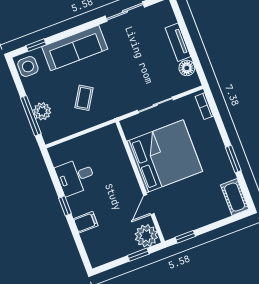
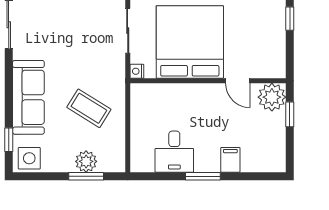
coffee table: (84, 98) -> (89, 108), width x1.36, depth x1.30
window: (31, 116) -> (86, 176), width x0.69
nightstand: (127, 124) -> (137, 71), added
window: (65, 206) -> (203, 176), width x1.50
window: (185, 237) -> (290, 19), moved

